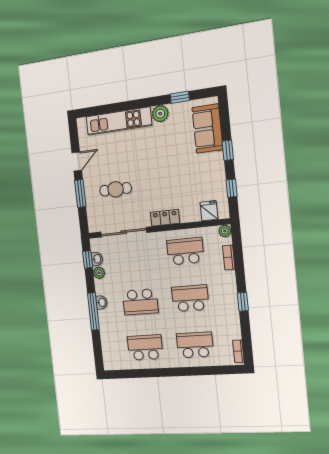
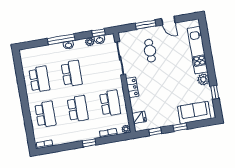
school desk: (140, 302) -> (72, 74), turned 180
window: (243, 302) -> (89, 143), moved

